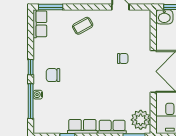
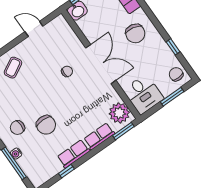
chair: (77, 89) -> (46, 125), added

